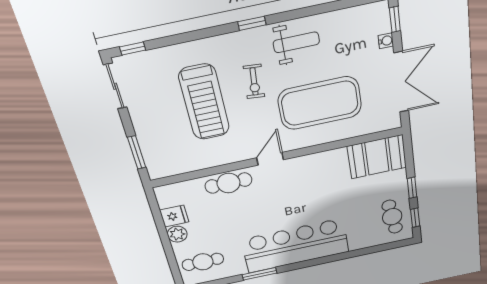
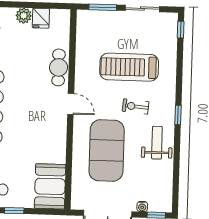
weight bench: (296, 42) -> (157, 143), turned 180
sliding door: (115, 86) -> (142, 8), moved

